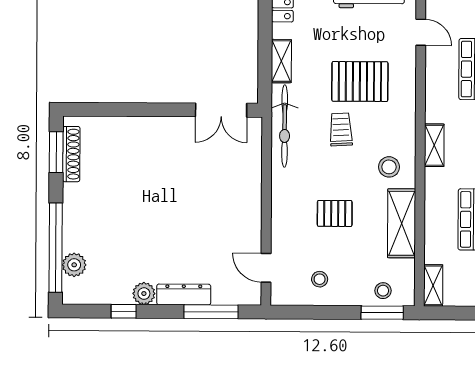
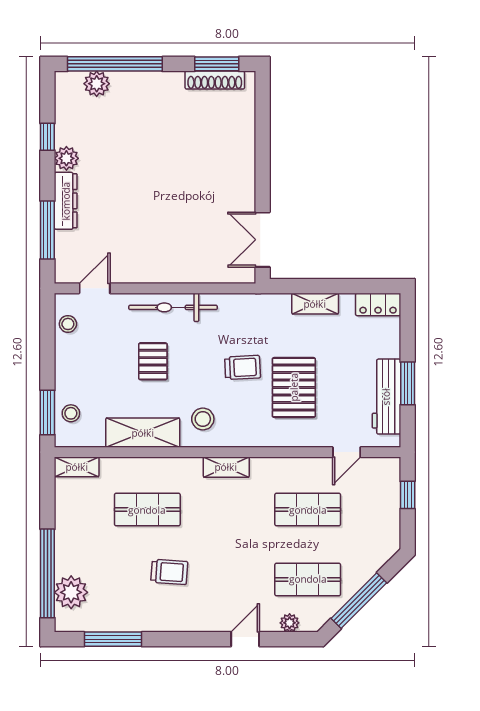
bicycle: (285, 126) -> (173, 307), moved
stool: (320, 279) -> (68, 324), moved

